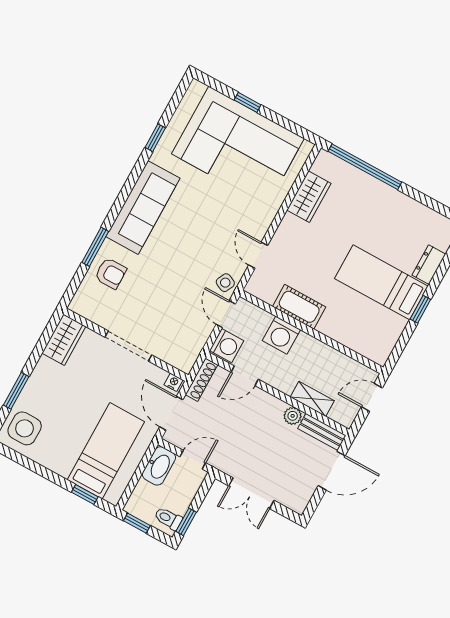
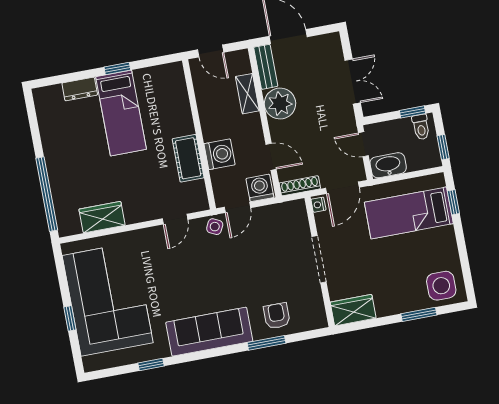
plant: (293, 416) -> (280, 104), width x1.88, depth x1.88

